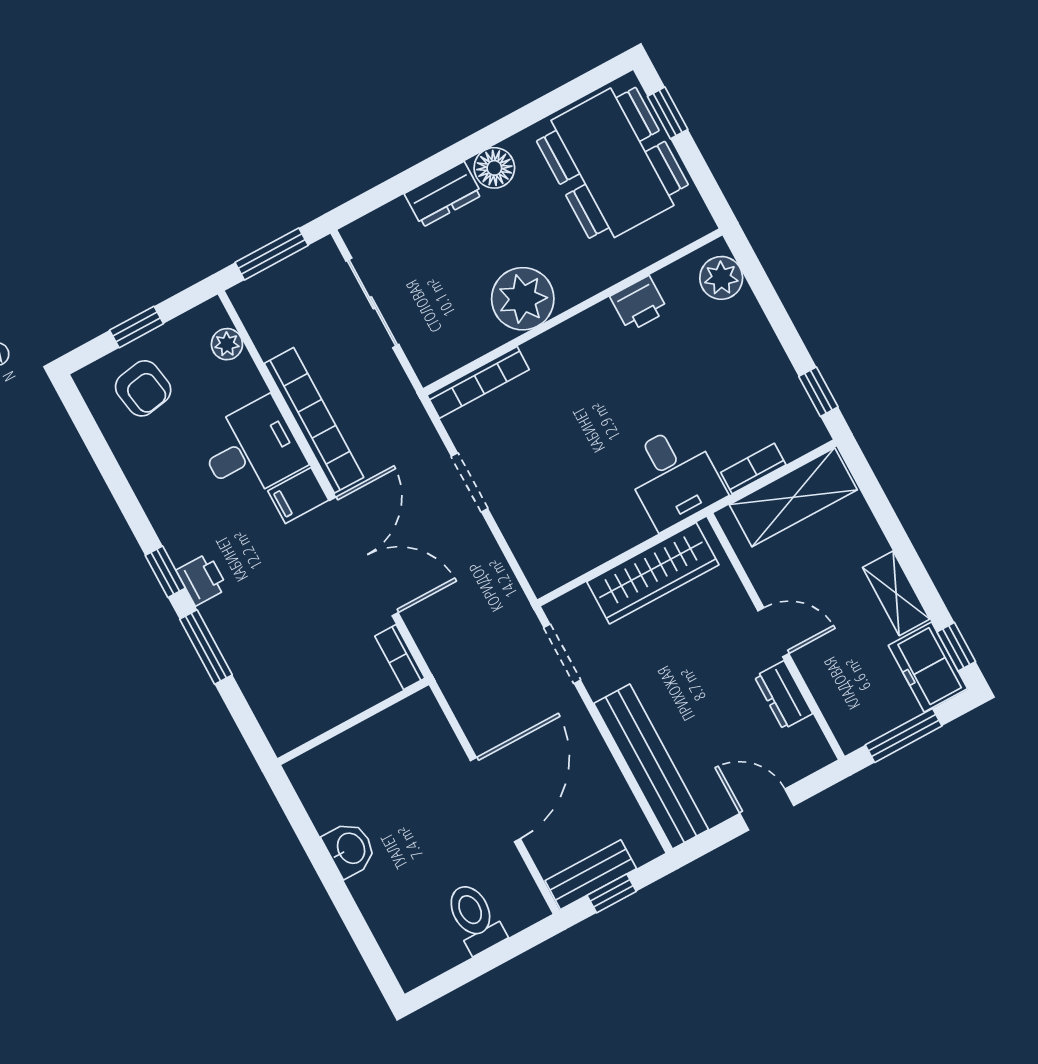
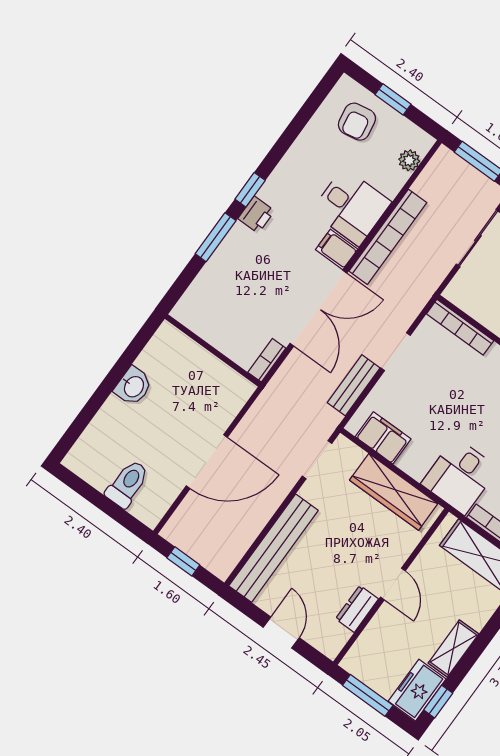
filing cabinet: (575, 553) -> (383, 438), added
bench: (591, 875) -> (354, 385), moved, turned 90

